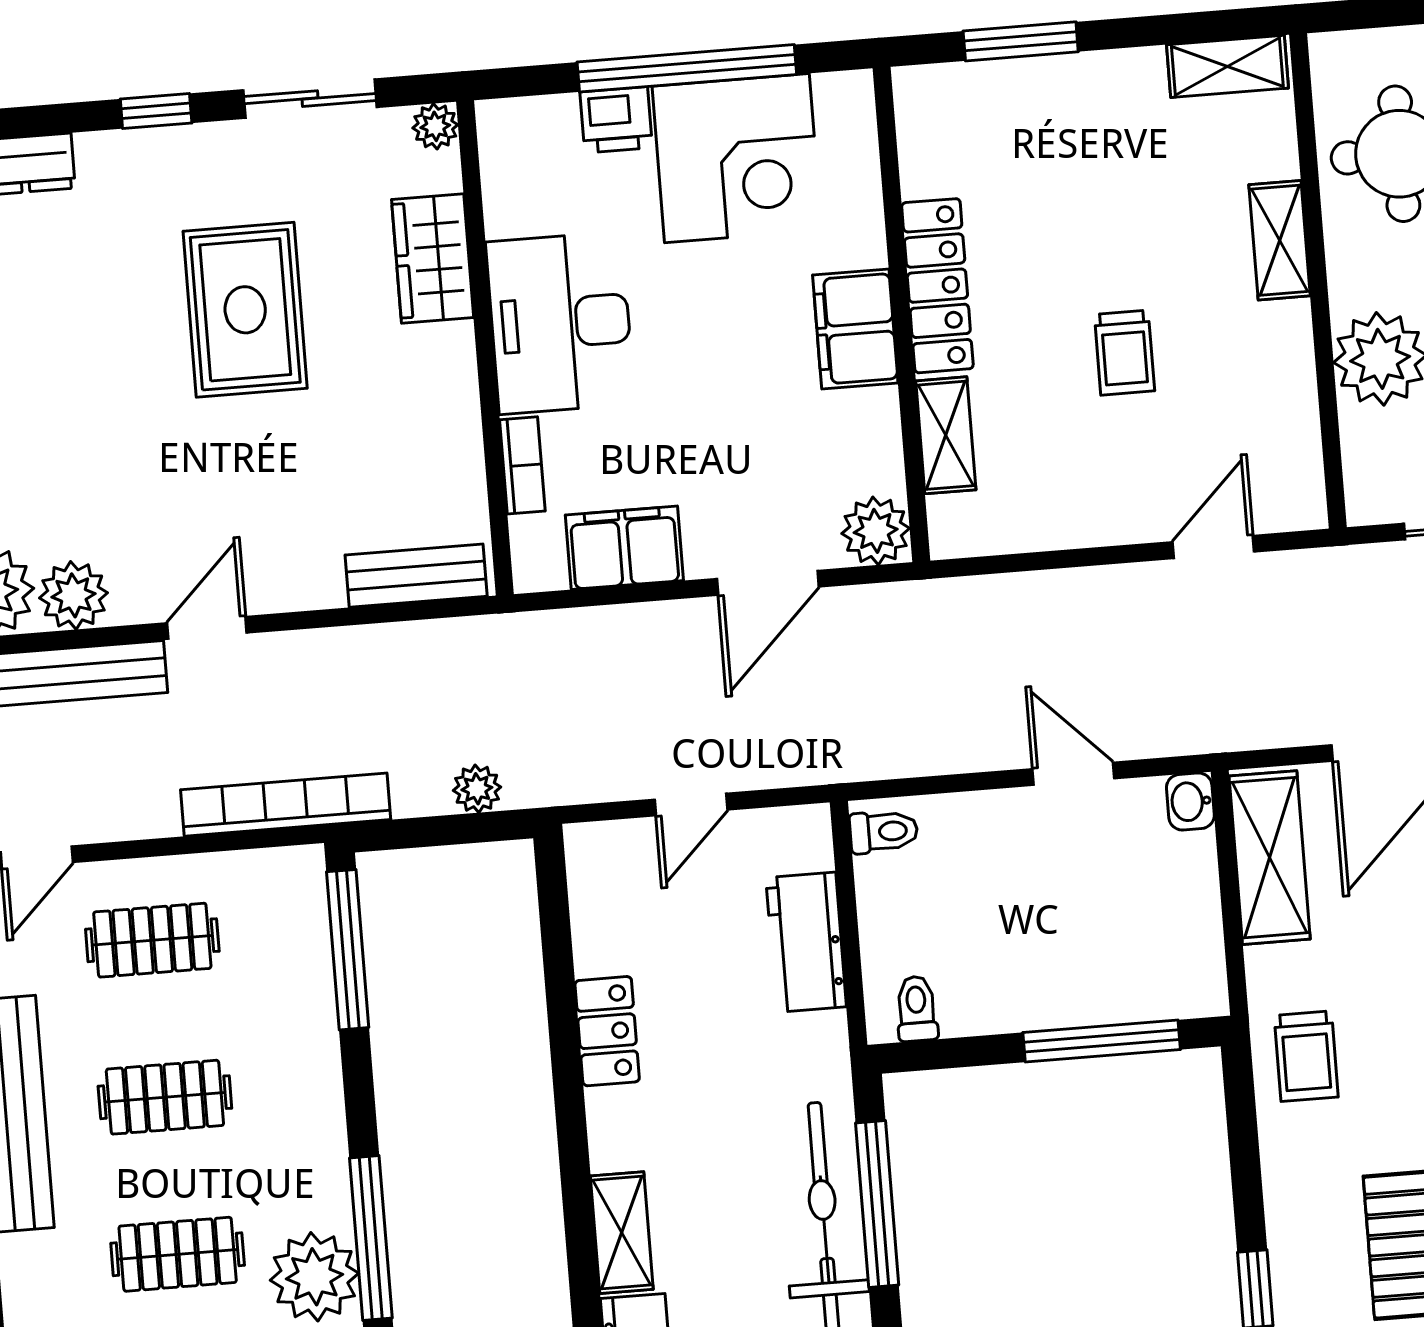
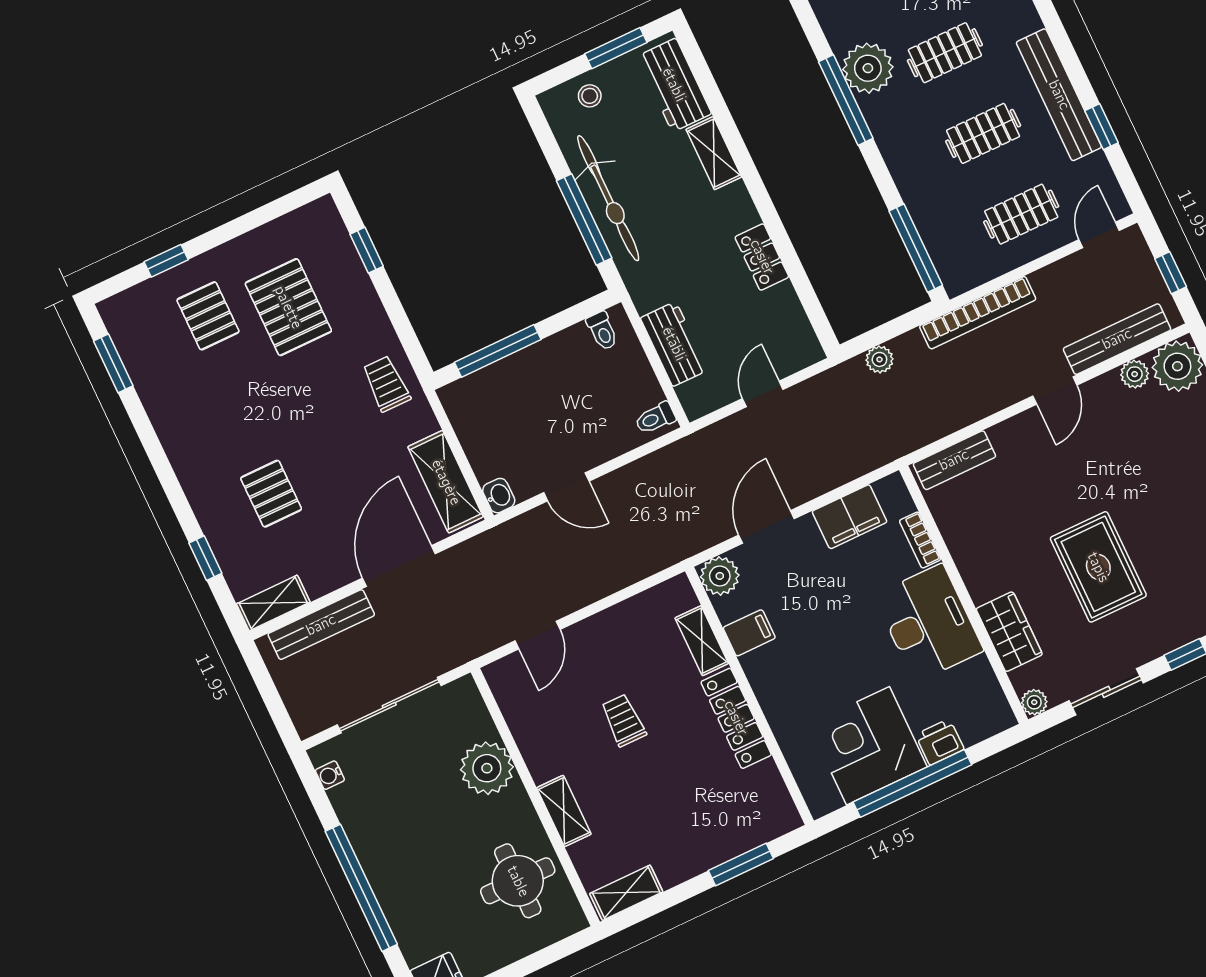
filing cabinet: (855, 329) -> (749, 633), moved, width x0.50
plant: (73, 595) -> (1135, 374), width x0.73, depth x0.73

